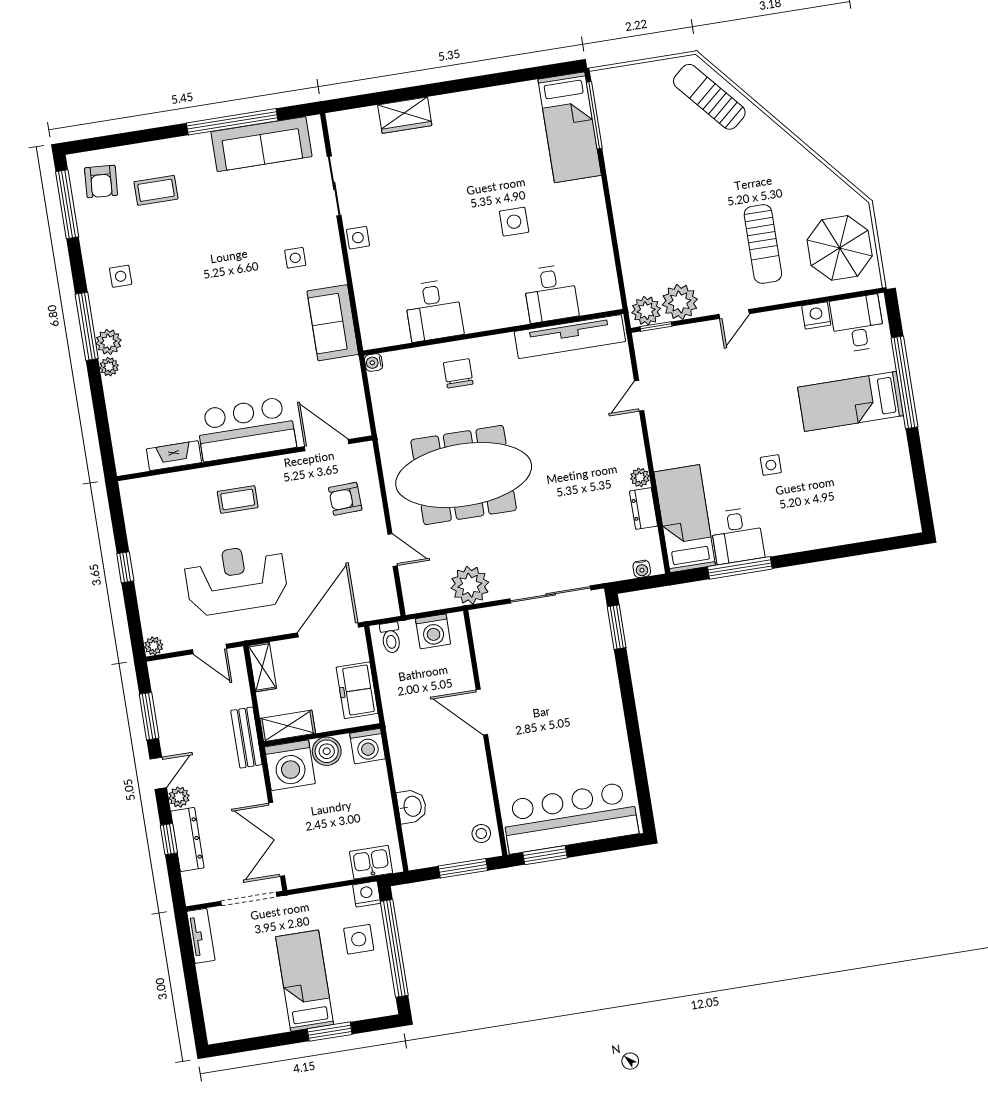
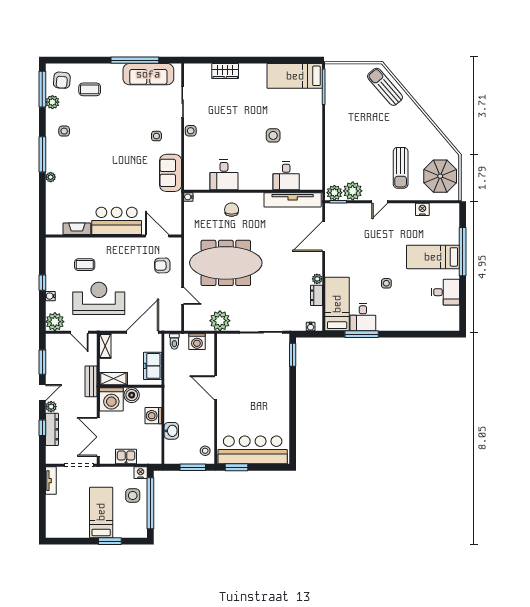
bed: (570, 127) -> (295, 76), moved, turned 90
desk: (857, 323) -> (445, 292), moved, turned 90
plant: (109, 342) -> (52, 102), moved
door: (639, 396) -> (324, 236), width x1.88
coffee table: (238, 499) -> (85, 265), moved
water cooler: (144, 590) -> (50, 296), added
plant: (154, 646) -> (55, 322), width x1.88, depth x1.88
washing machine: (368, 746) -> (153, 416), moved, turned 90
kitchen sink: (371, 862) -> (126, 457), moved

